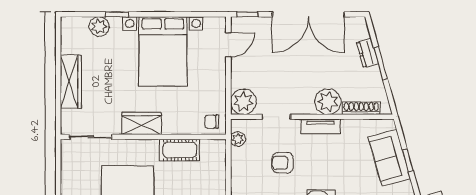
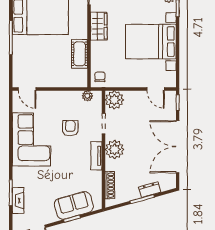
plant: (328, 102) -> (115, 149), moved

